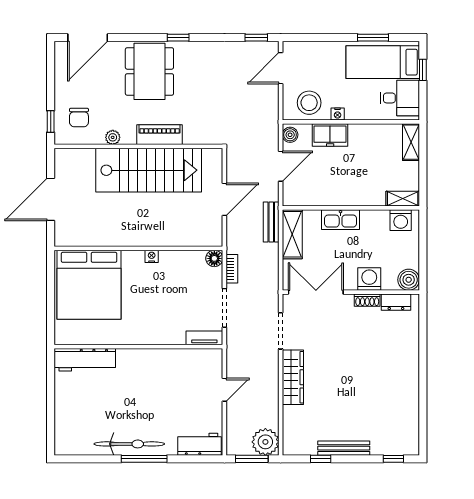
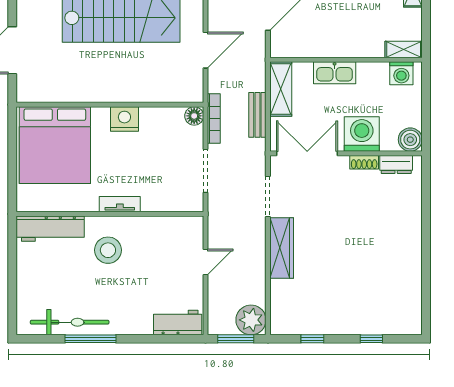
bench: (271, 222) -> (257, 115), moved
nightstand: (152, 256) -> (124, 119), width x1.89, depth x1.79
bookcase: (232, 269) -> (214, 118), width x1.56
washing machine: (369, 279) -> (362, 134), width x1.37, depth x1.37
tv unit: (204, 338) -> (120, 204), moved
stool: (137, 379) -> (108, 250), added
bicycle: (129, 444) -> (70, 322), moved
bench: (344, 448) -> (338, 327), removed
window: (144, 459) -> (91, 339), moved
window: (393, 459) -> (371, 339), moved

